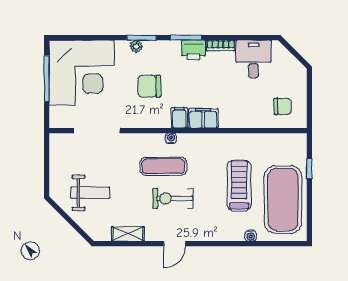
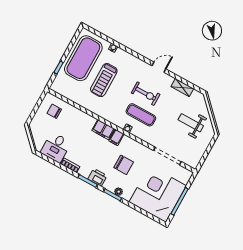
printer: (193, 50) -> (97, 177), moved

